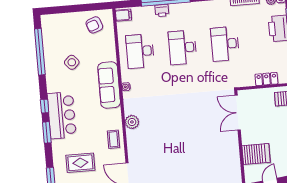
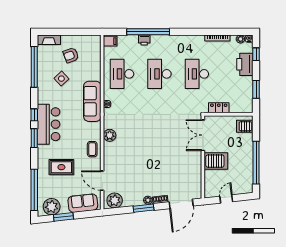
fireplace: (54, 19) -> (49, 40), added
armchair: (94, 25) -> (71, 55), moved
locker: (266, 79) -> (219, 108), moved
server rack: (256, 154) -> (216, 161), moved

